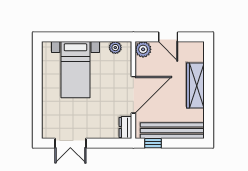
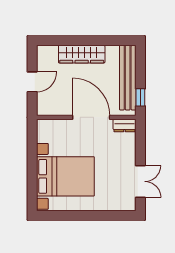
plant: (115, 48) -> (43, 136), removed
plant: (143, 49) -> (45, 107), removed
bed with nightstands: (75, 70) -> (65, 176), width x1.36

